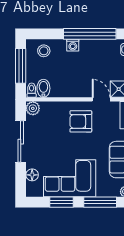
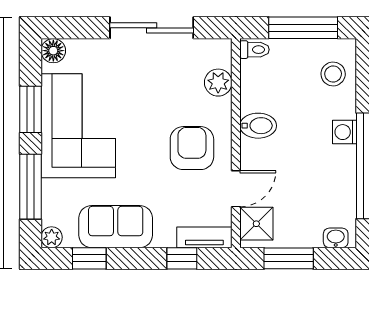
bidet: (43, 88) -> (258, 126), moved
plant: (33, 108) -> (218, 83), moved
floor lamp: (32, 175) -> (53, 51), moved

